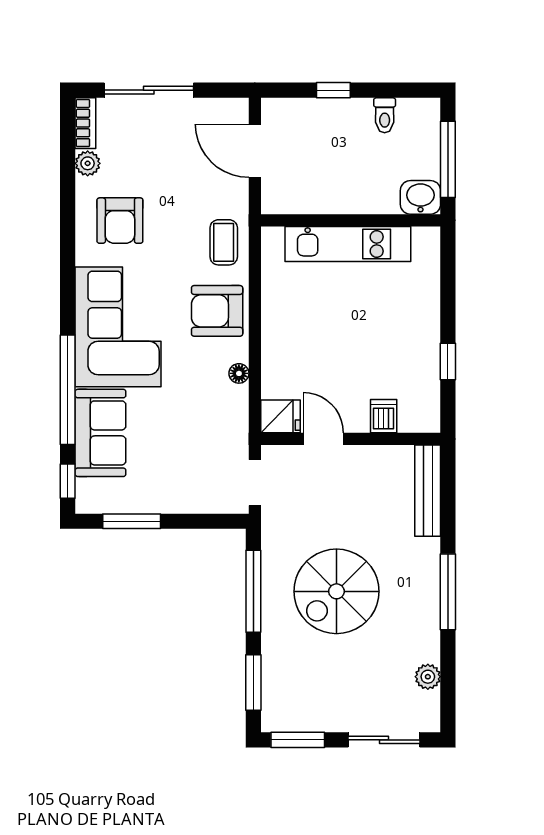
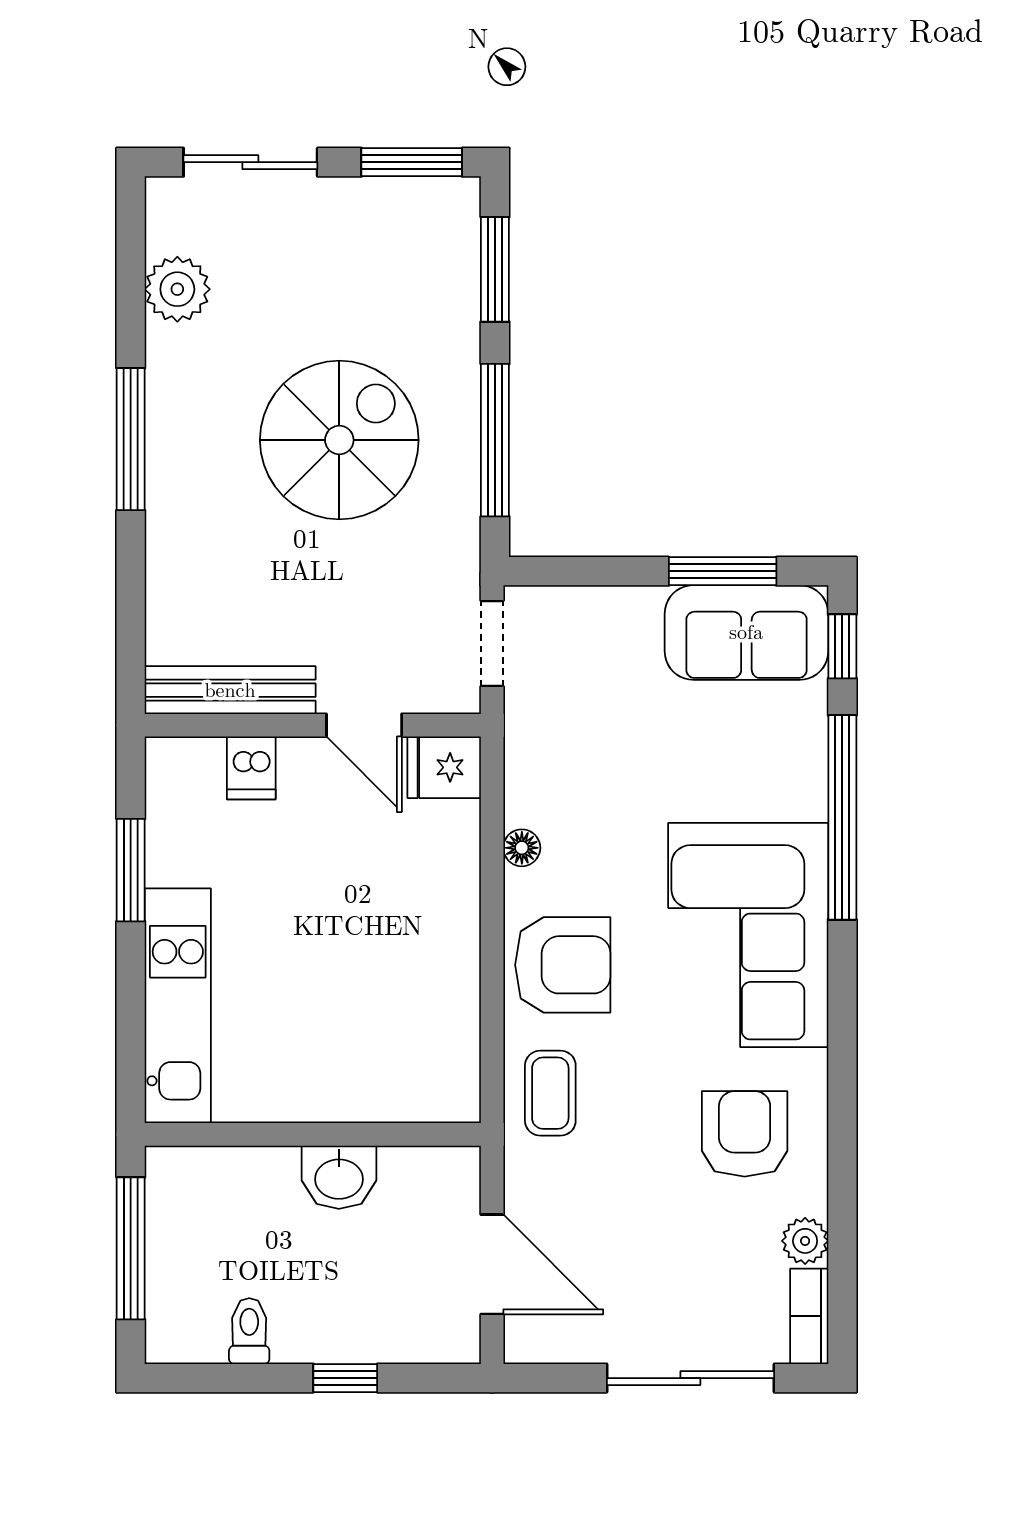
washbasin: (420, 197) -> (339, 1177), moved
kitchen unit: (348, 244) -> (178, 1006), moved, turned 90
window: (448, 362) -> (131, 870), width x1.50
sofa: (100, 433) -> (746, 632), moved, turned -90
bench: (428, 491) -> (230, 690), moved, turned 90
plant: (428, 677) -> (177, 289), width x1.38, depth x1.38

